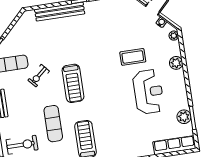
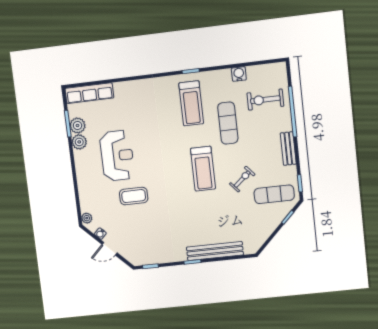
plant: (176, 63) -> (79, 142), moved
treadmill: (73, 83) -> (203, 169), turned 180
reception desk: (148, 92) -> (117, 156), turned 180

